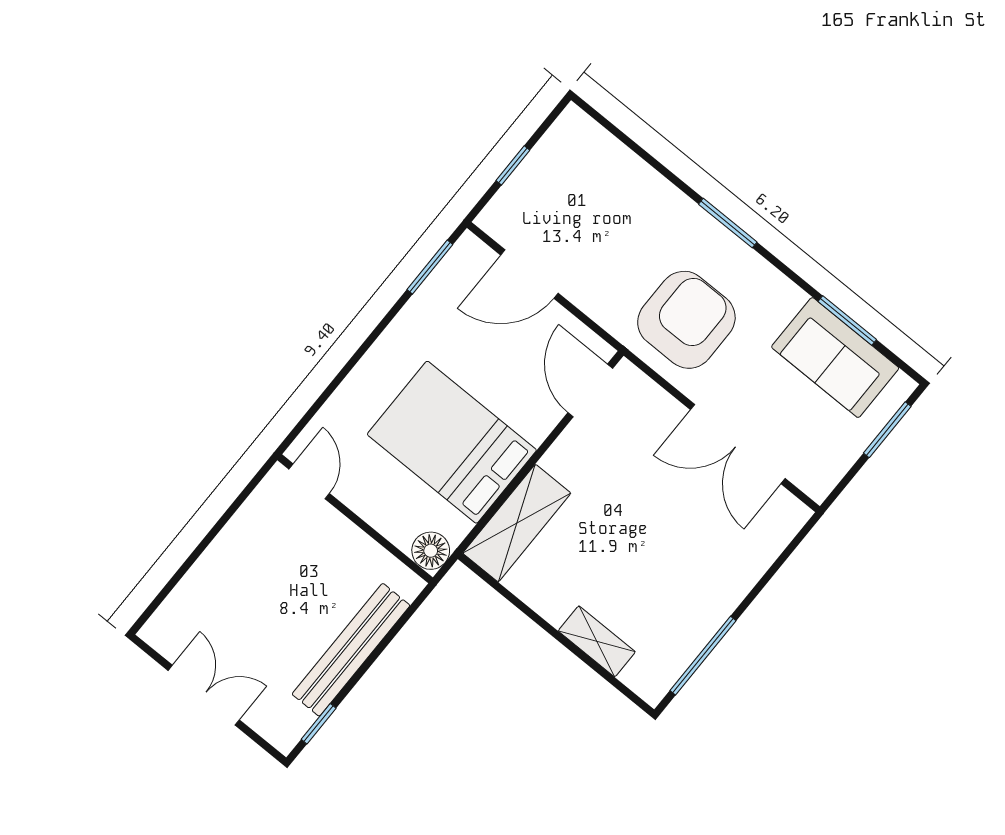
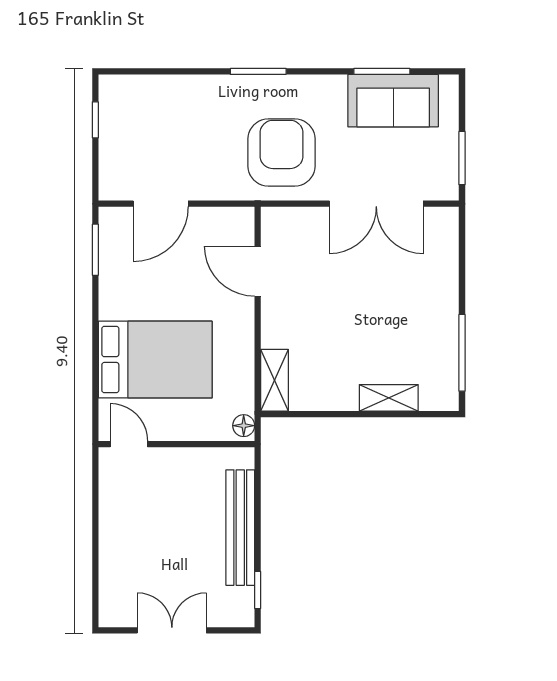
window: (513, 165) -> (95, 120), moved
door: (590, 391) -> (258, 271), moved
window: (887, 430) -> (462, 158), moved
bed: (452, 442) -> (155, 360), moved, turned 180
shelving: (517, 523) -> (275, 380), width x0.67, depth x0.75
floor lamp: (431, 551) -> (244, 426), width x0.73, depth x0.73

